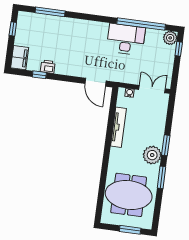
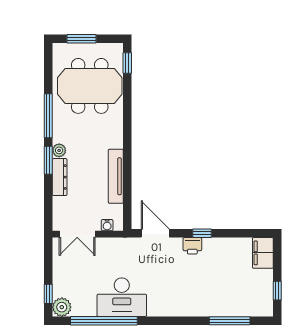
printer: (48, 67) -> (192, 246), moved
window: (39, 75) -> (202, 233), moved
dresser: (159, 132) -> (60, 177), added
plant: (152, 155) -> (59, 150), width x0.53, depth x0.53
window: (162, 177) -> (48, 116), width x1.44
window: (99, 208) -> (127, 63), added

